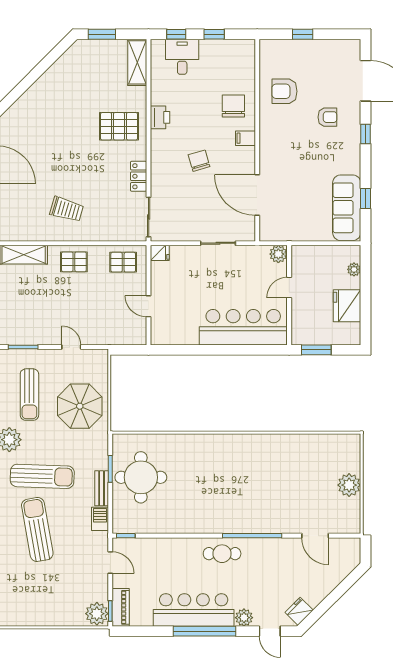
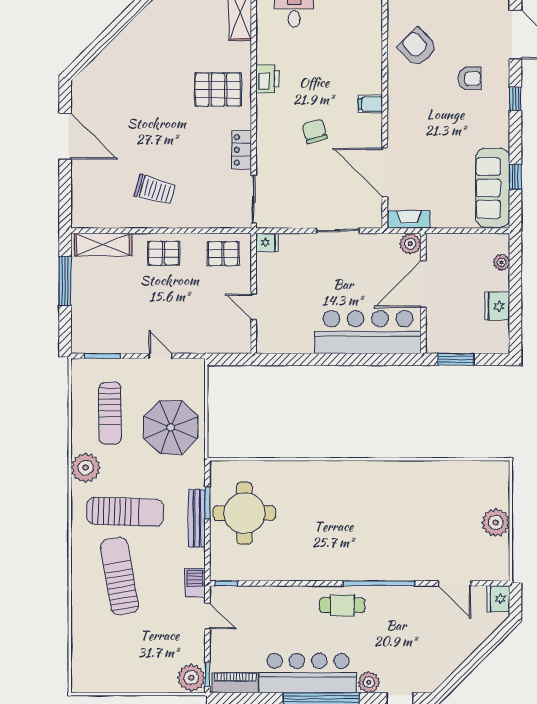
armchair: (284, 91) -> (418, 47), turned 46
chair: (233, 106) -> (356, 65), removed
fireplace: (277, 234) -> (409, 220), added
door: (289, 288) -> (423, 284), width x1.88
fridge: (347, 306) -> (497, 306), width x0.73, depth x0.75
bench: (102, 488) -> (197, 518), width x1.36
barbecue: (100, 519) -> (195, 583), moved
piano: (121, 607) -> (235, 683), moved, turned -90
fridge: (299, 611) -> (498, 599), moved, turned -45

